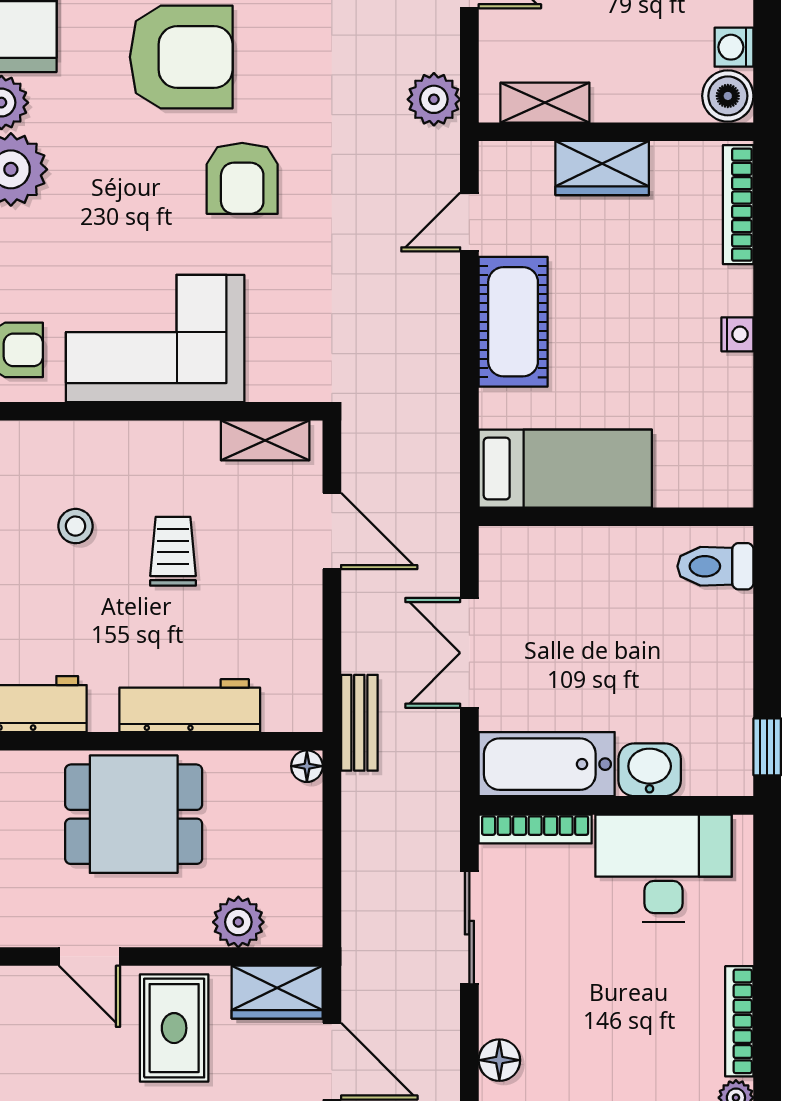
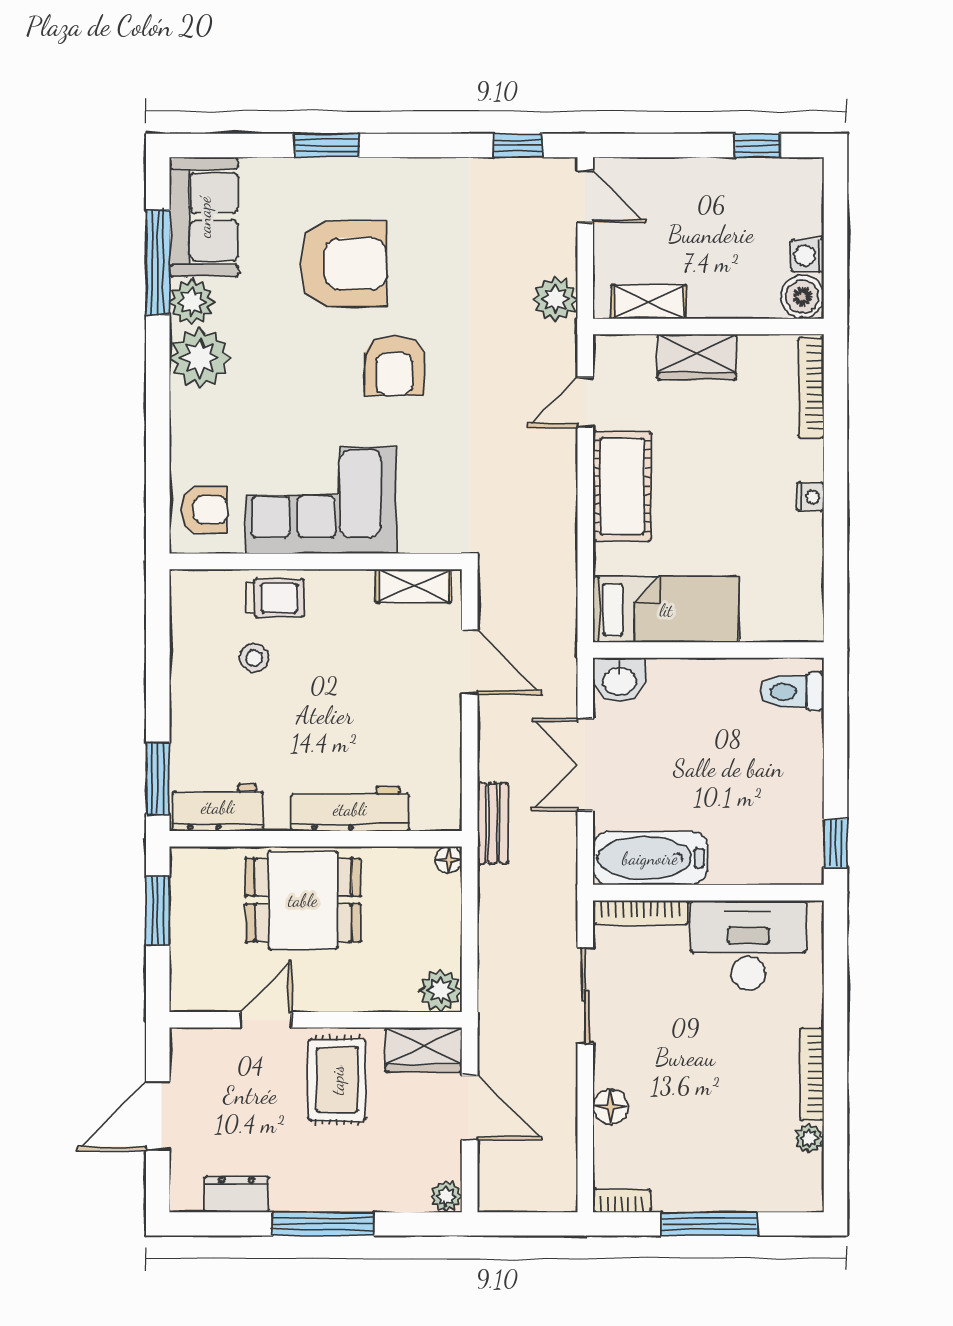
trolley: (173, 551) -> (275, 598), moved, turned 90
washbasin: (650, 770) -> (619, 680), moved, turned 180
plant: (238, 922) -> (441, 991), moved
door: (89, 957) -> (266, 1020), swing flipped

